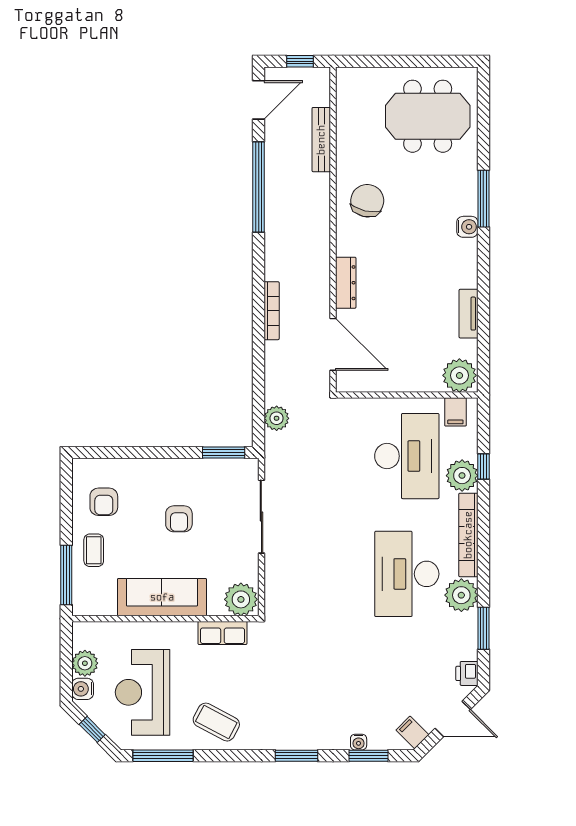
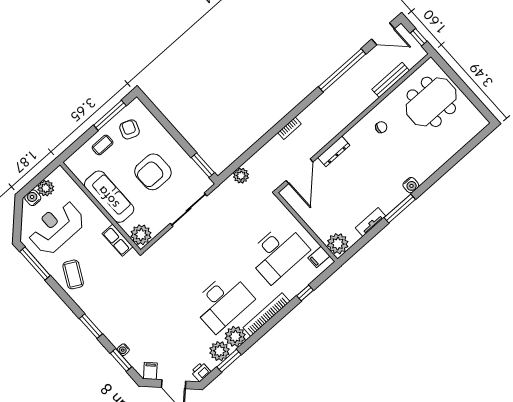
meeting table: (428, 116) -> (431, 102), moved, turned 90
window: (483, 199) -> (400, 209), moved
chair: (367, 201) -> (381, 127), width x0.54, depth x0.54
bookcase: (272, 311) -> (289, 128), width x0.64
plant: (462, 476) -> (219, 351), moved
armchair: (104, 502) -> (130, 129), turned 111
armchair: (179, 519) -> (153, 172), width x1.88, depth x1.88
desk: (407, 574) -> (222, 302), turned 180
window: (66, 575) -> (110, 115), moved
window: (92, 729) -> (18, 219), removed

